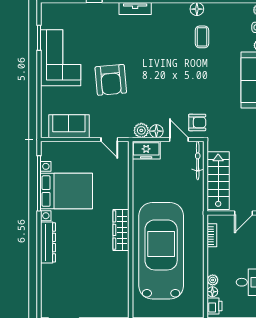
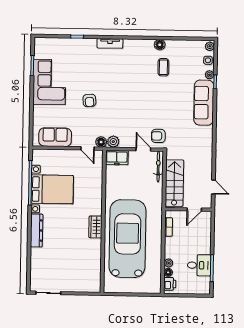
armchair: (111, 80) -> (89, 100), width x0.53, depth x0.53
armchair: (197, 122) -> (158, 136), turned 180
floor lamp: (156, 131) -> (101, 142), moved
wardrobe: (121, 230) -> (95, 227), width x0.67

